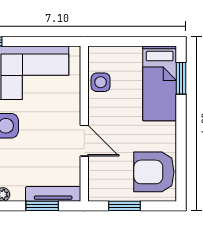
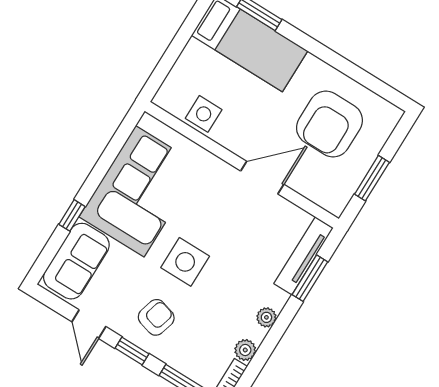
armchair: (154, 172) -> (329, 124), moved

